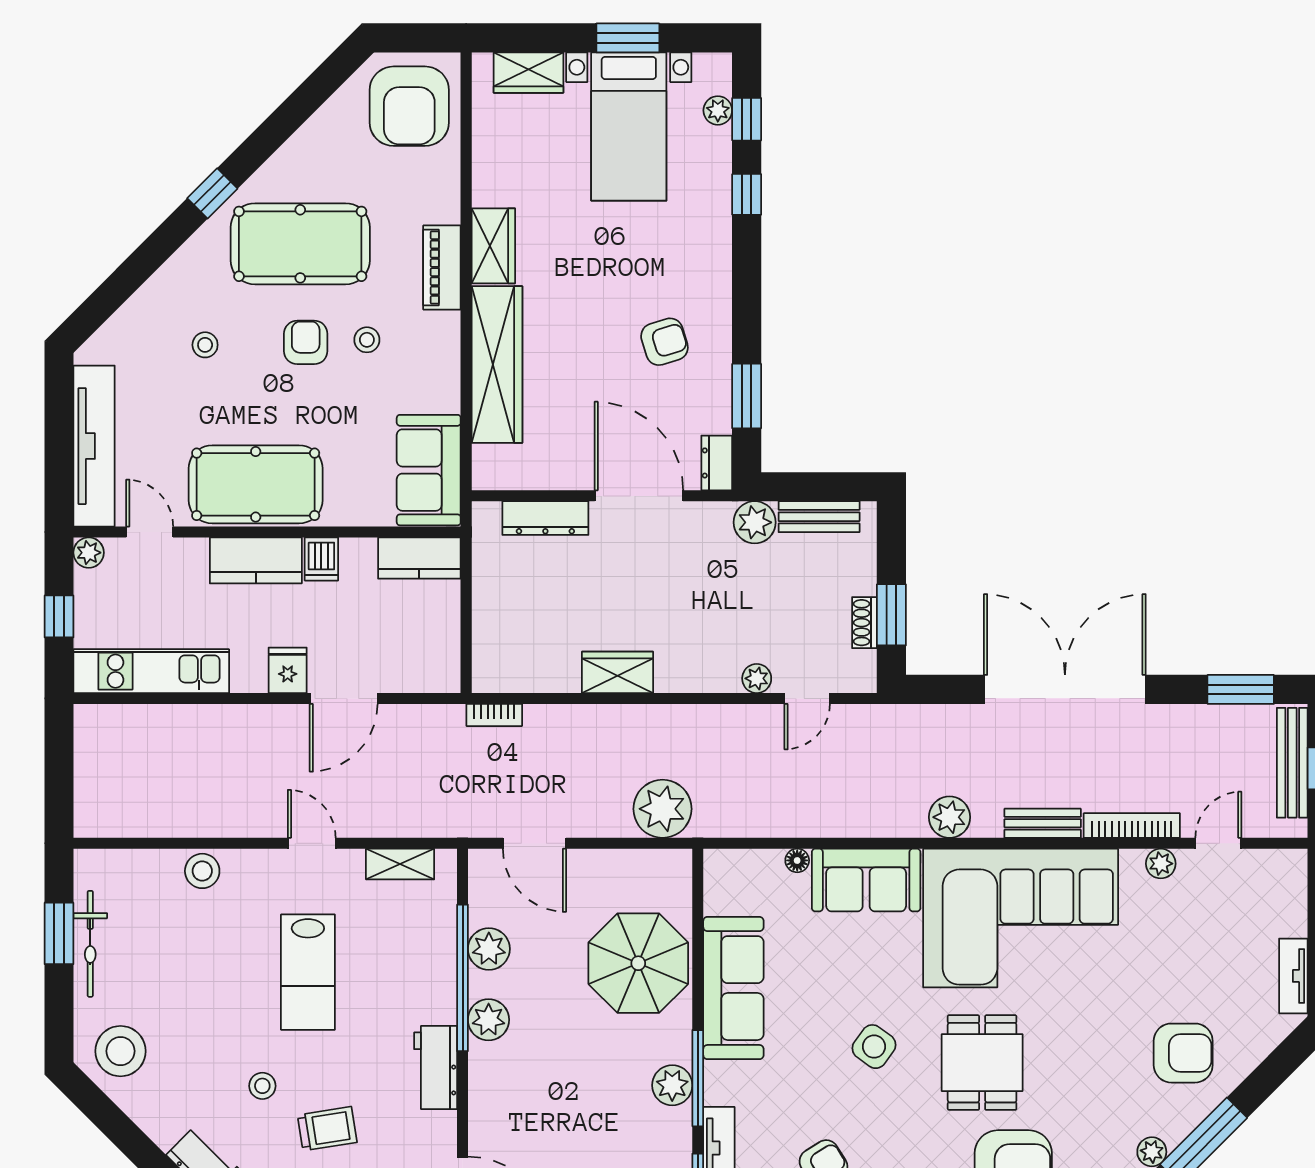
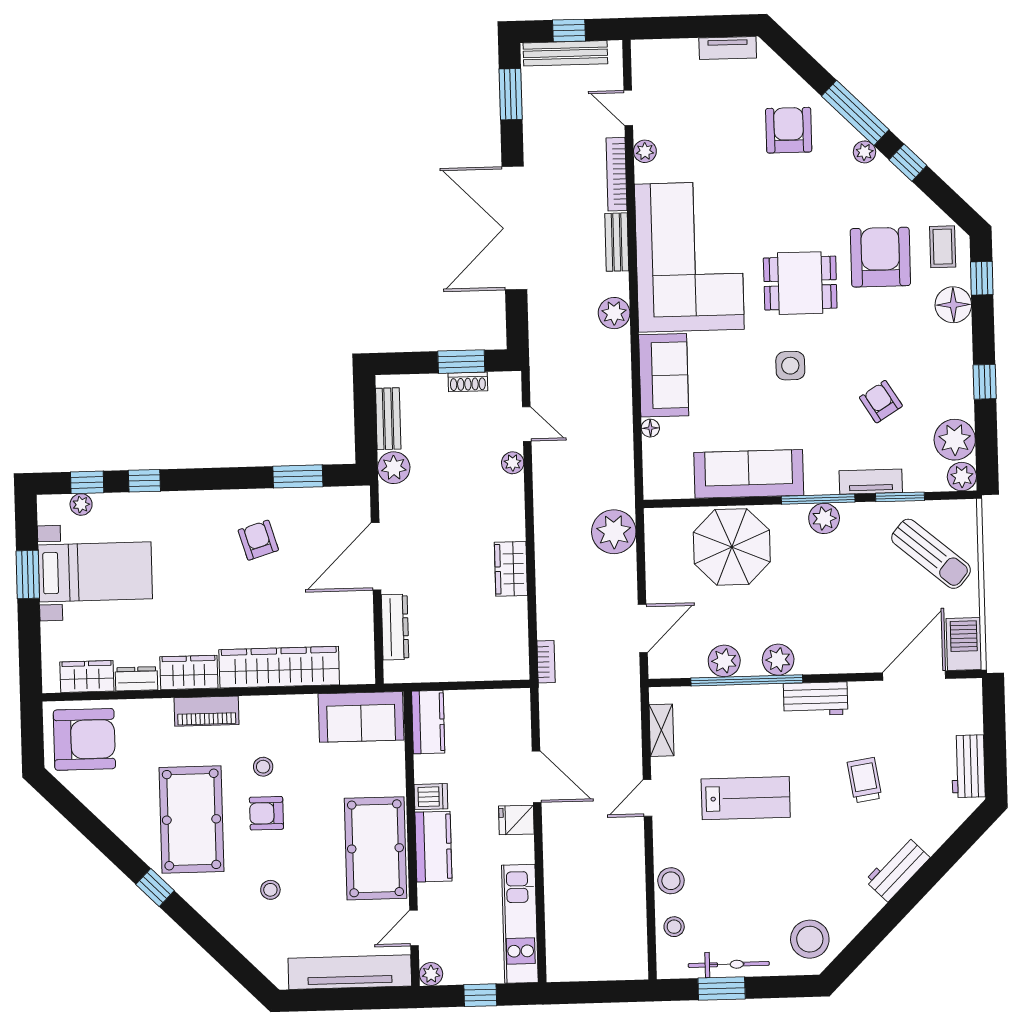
wardrobe: (528, 73) -> (87, 677), moved, turned -90
dresser: (717, 463) -> (136, 679), moved, turned 180
side table: (874, 1047) -> (790, 366), turned -36
stool: (262, 1086) -> (674, 927), moved

